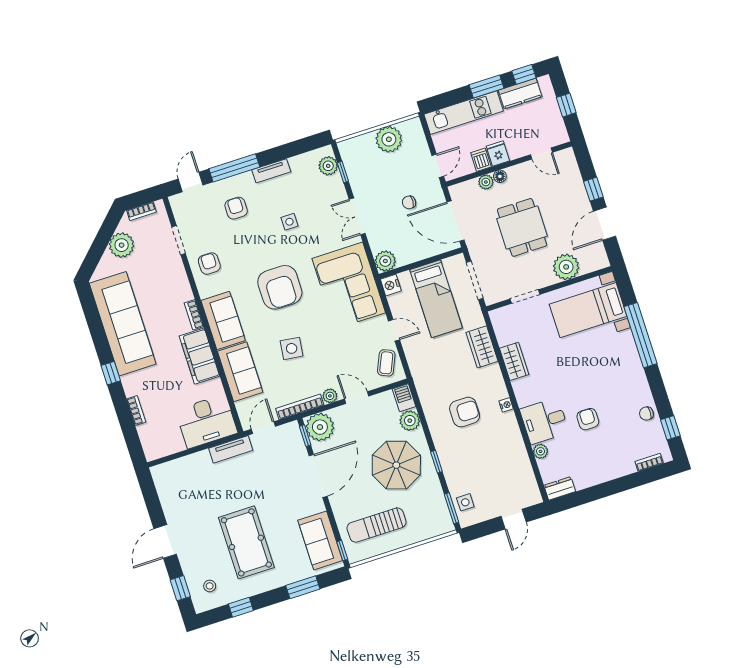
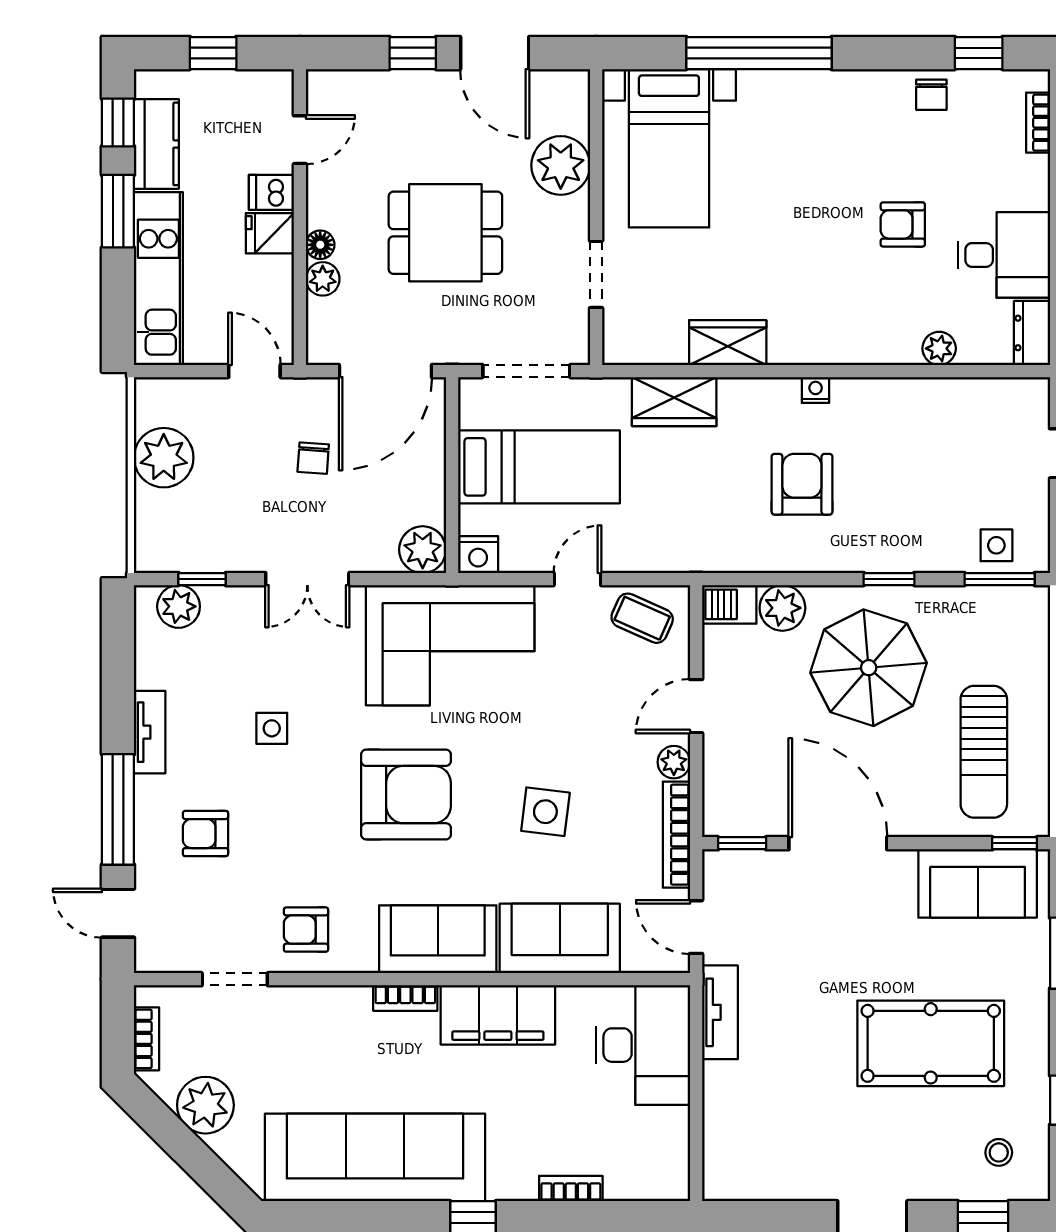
dishwasher: (481, 160) -> (271, 192), moved
desk: (544, 421) -> (1004, 255), moved, turned -90
plant: (320, 427) -> (734, 805), removed

